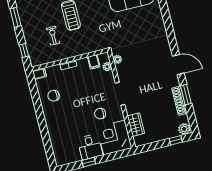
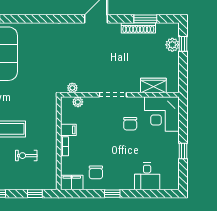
filing cabinet: (94, 62) -> (68, 130), moved
filing cabinet: (39, 74) -> (72, 182), width x2.00
window: (186, 95) -> (145, 19), moved
window: (40, 113) -> (112, 194), added
plant: (184, 129) -> (172, 45), moved
desk: (90, 147) -> (147, 176), moved, turned 90

